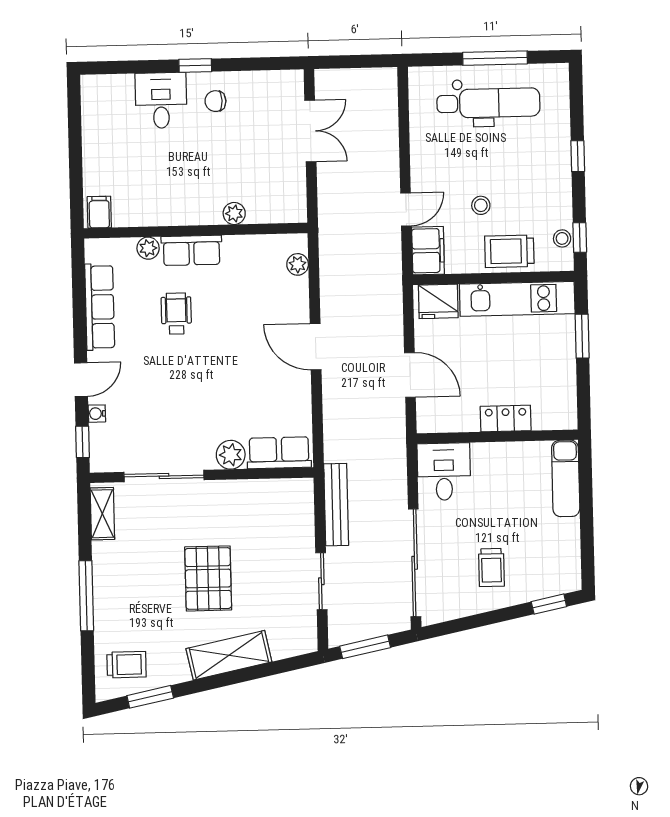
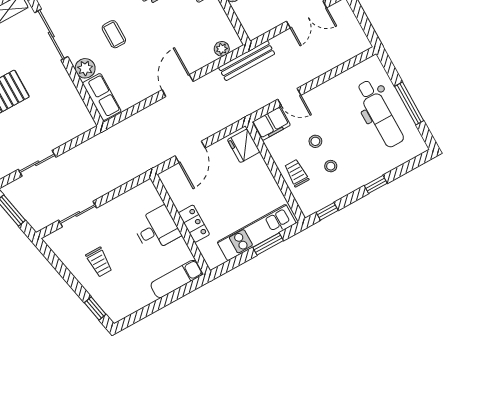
stool: (562, 238) -> (331, 166), moved
trolley: (509, 251) -> (297, 173), width x0.73, depth x0.72
kitchen unit: (517, 299) -> (257, 233), moved, turned 90
coffee table: (206, 394) -> (114, 34), added
desk: (444, 472) -> (157, 229), moved
bench: (336, 505) -> (247, 61), moved
sliding door: (415, 563) -> (78, 214), width x0.54
trolley: (491, 568) -> (99, 262), turned -90

